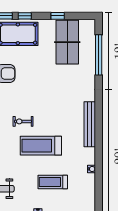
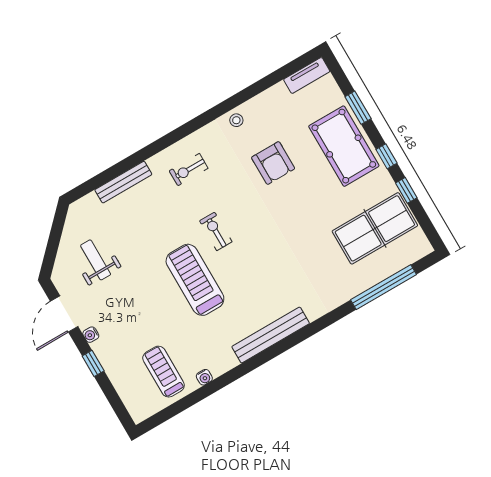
window: (25, 16) -> (386, 156), moved
treadmill: (53, 182) -> (164, 372), moved

